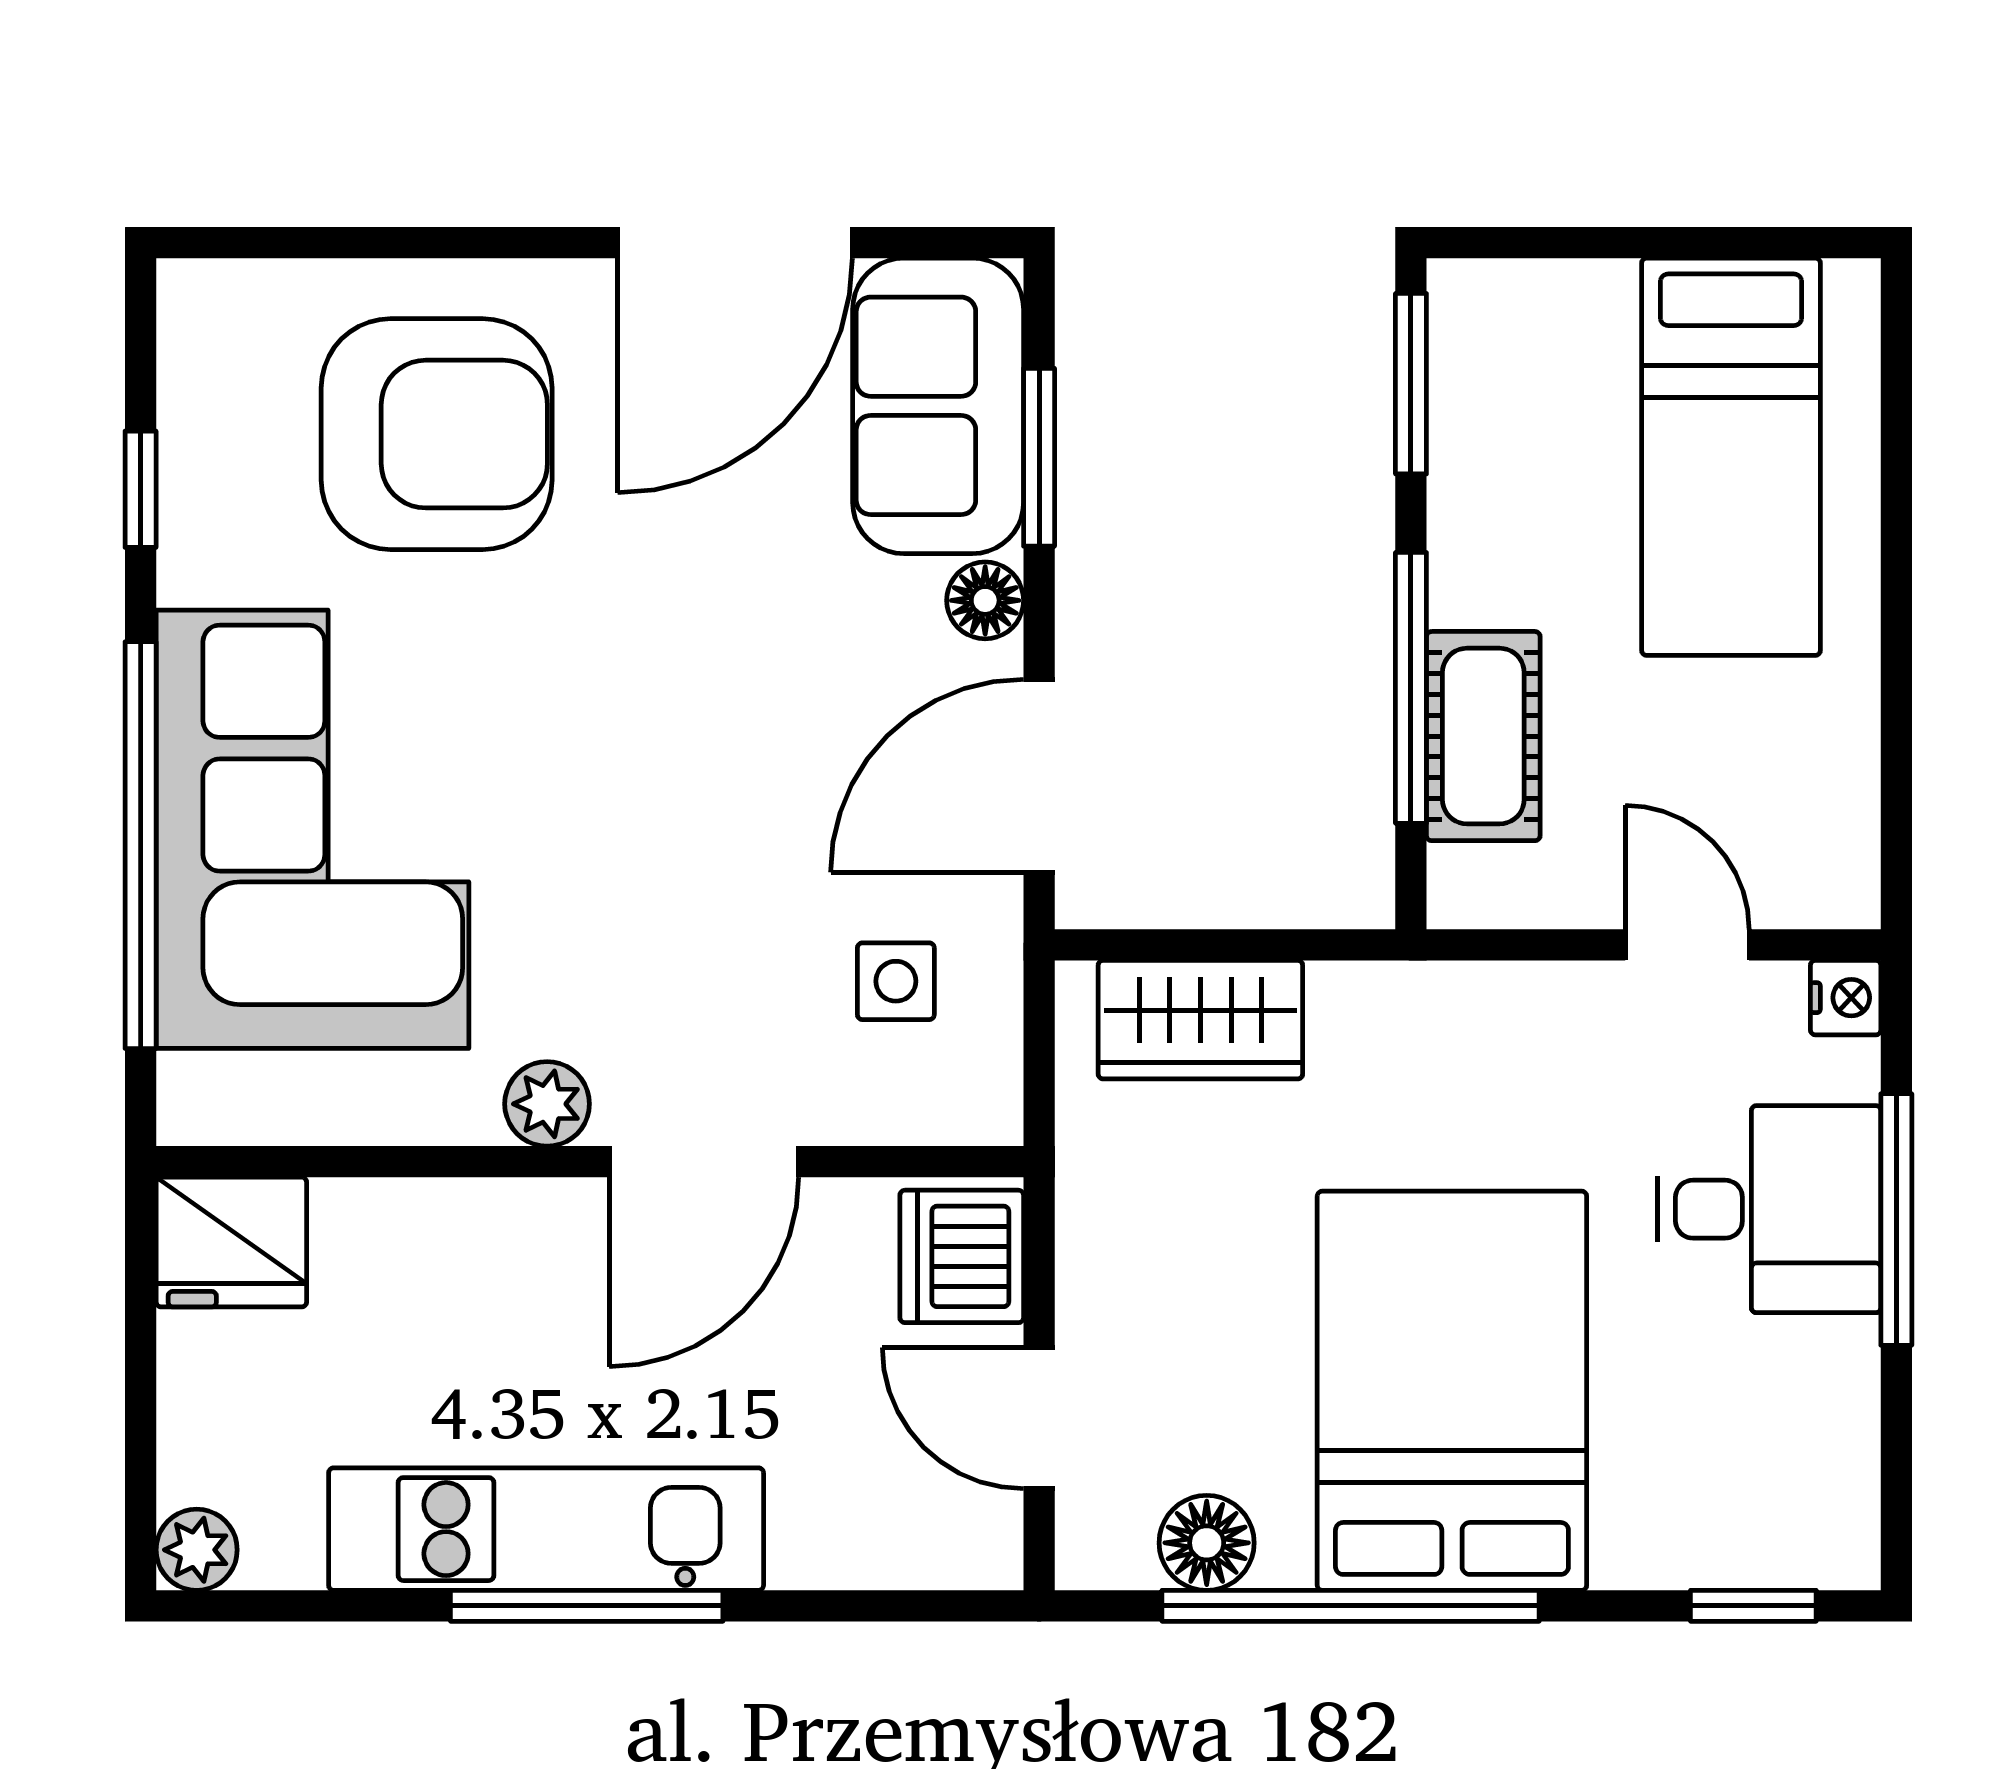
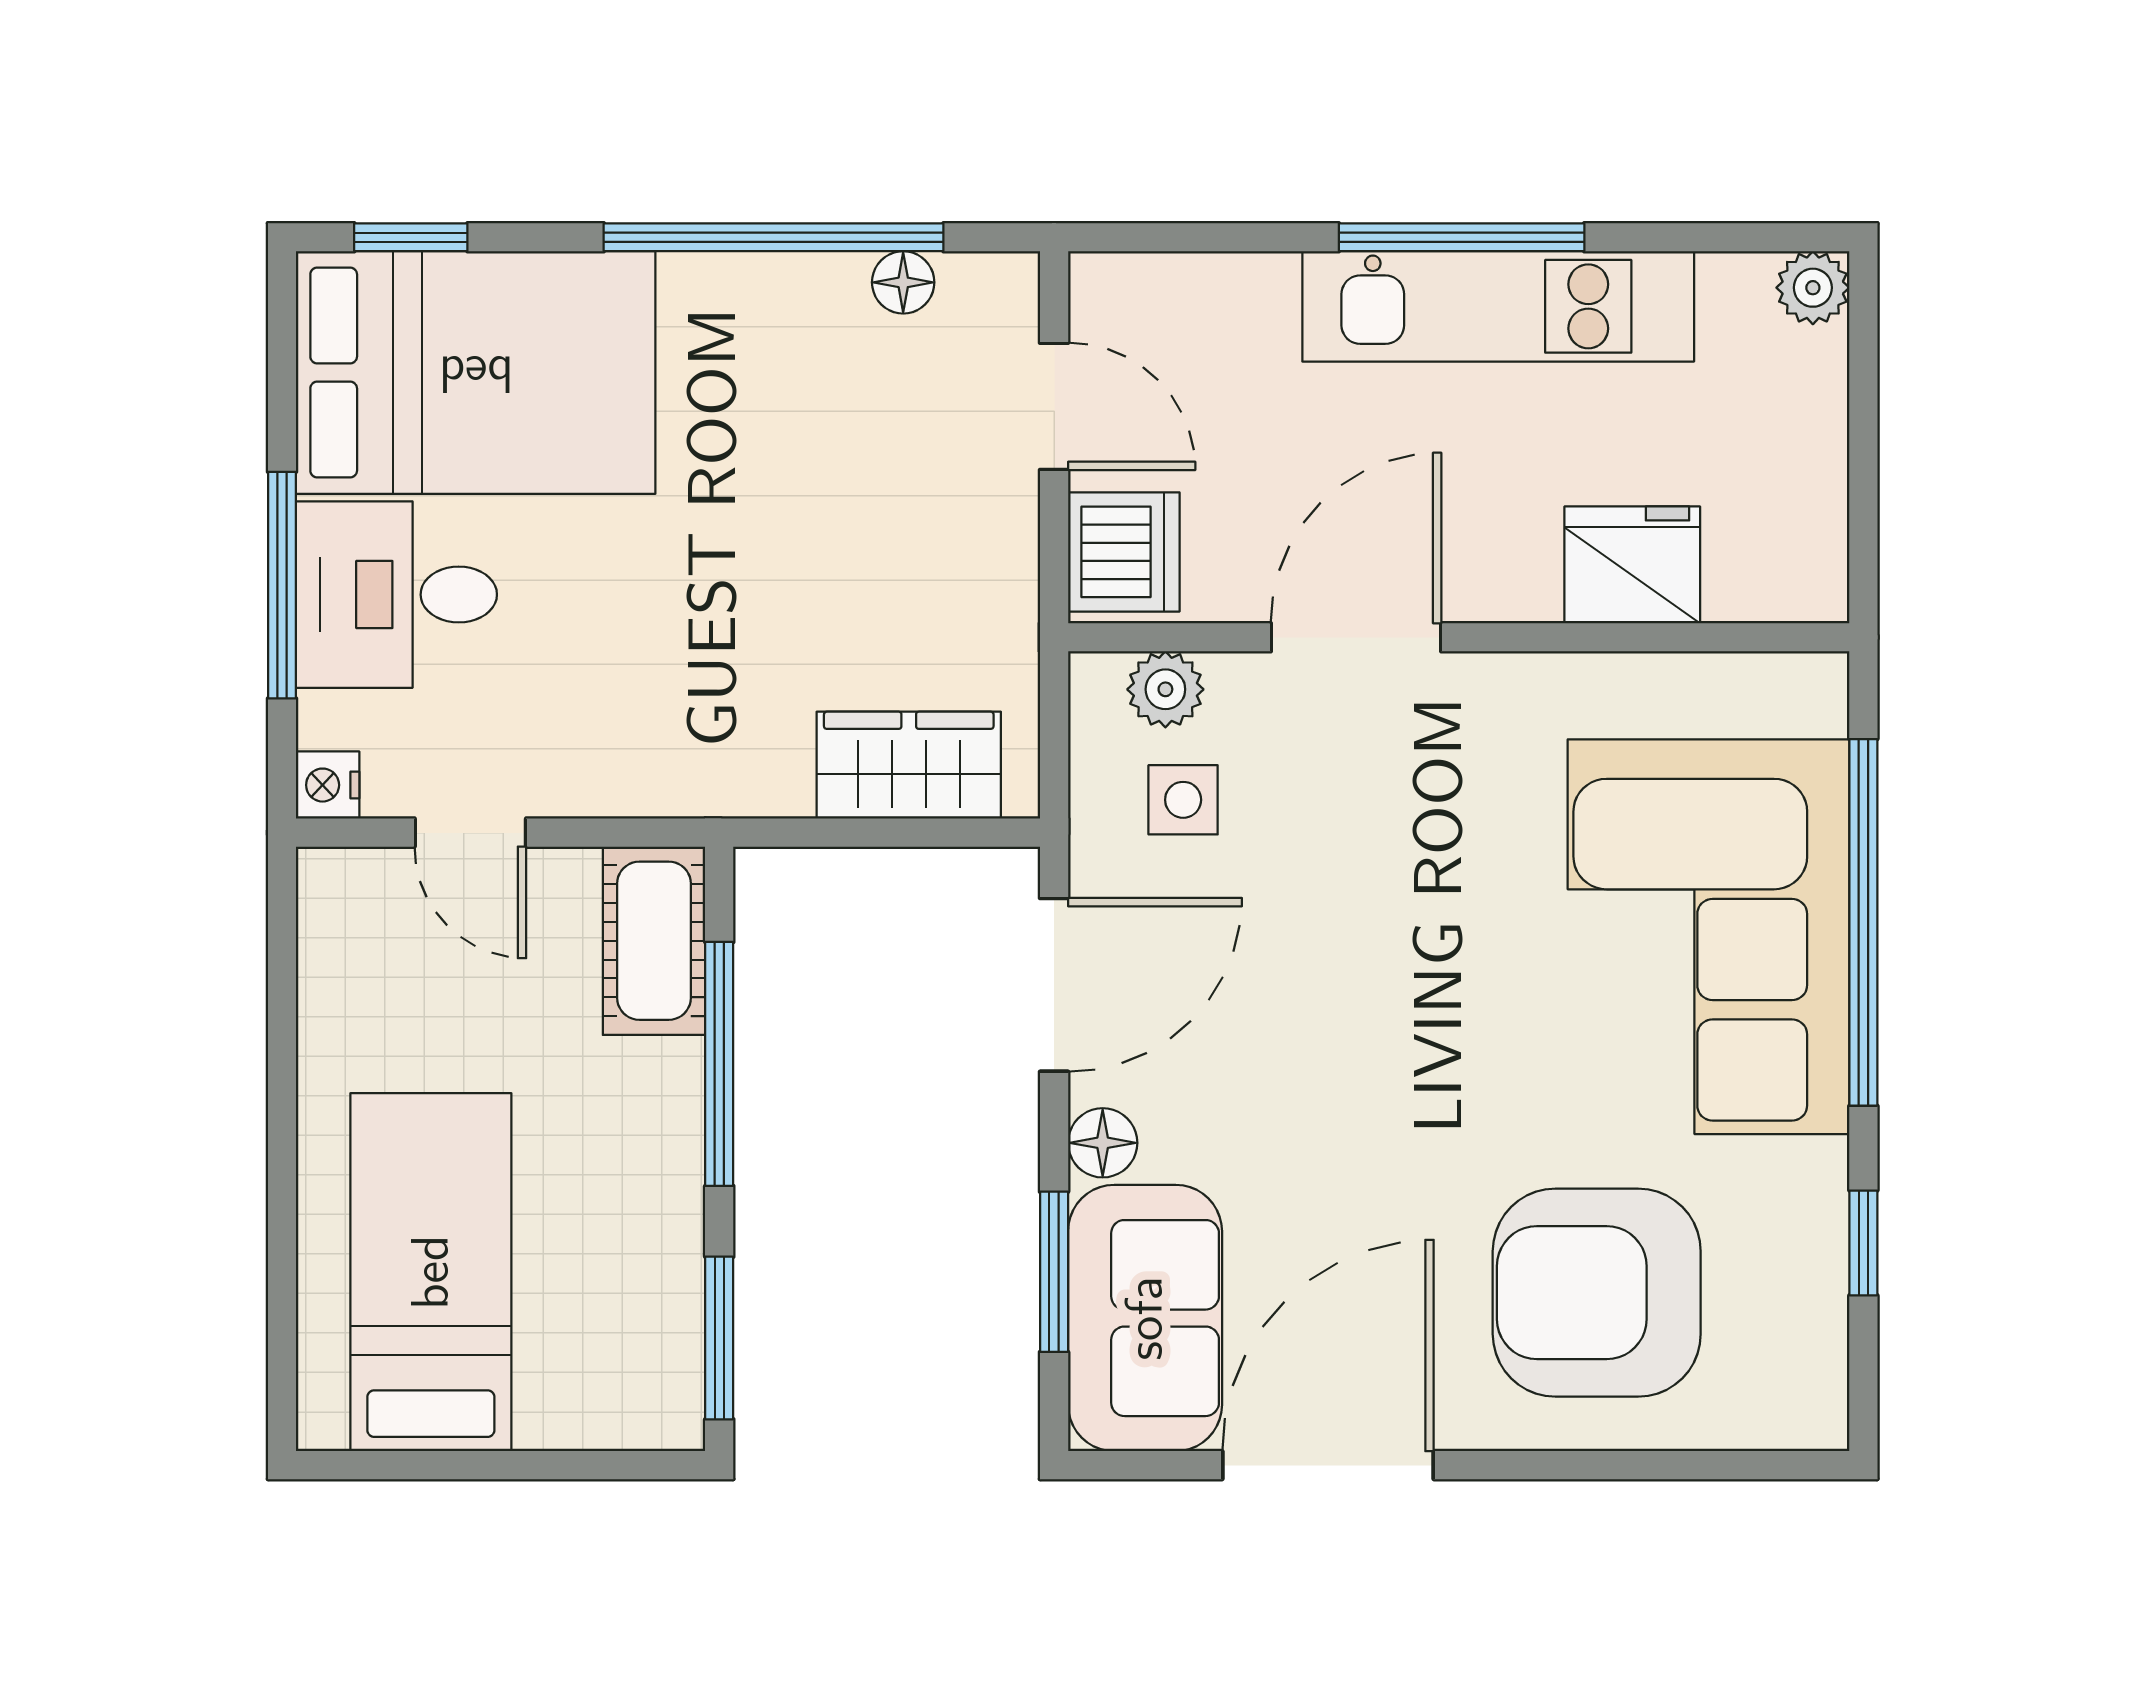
cot: (1483, 736) -> (654, 941), moved
plant: (547, 1104) -> (1165, 689), moved
fridge: (231, 1242) -> (1632, 565), moved
bed: (1452, 1391) -> (476, 373), moved, turned -90
floor lamp: (1207, 1543) -> (903, 282), width x0.73, depth x0.73

